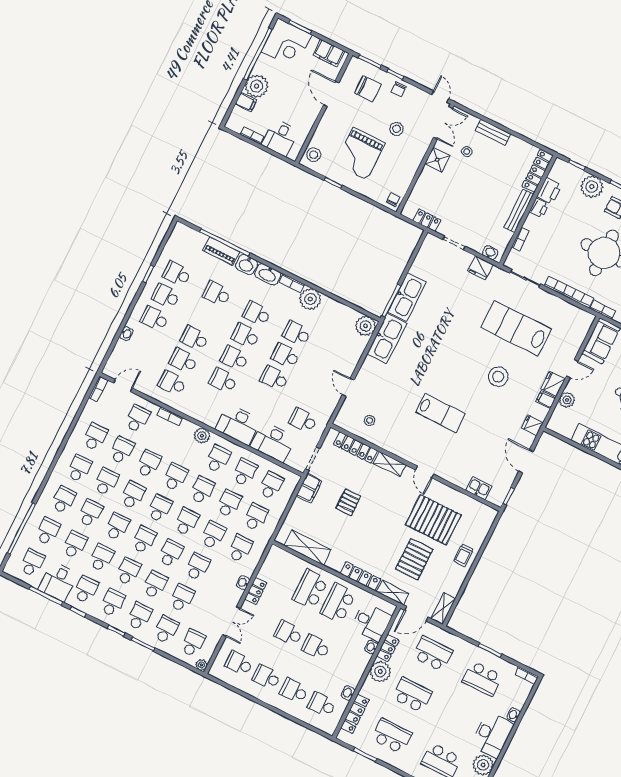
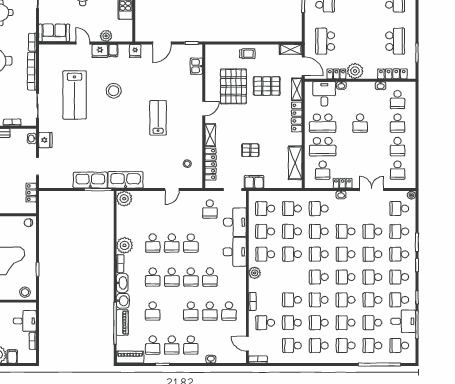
piano: (176, 240) -> (130, 357), added
school desk: (175, 477) -> (292, 277), removed
school desk: (288, 633) -> (323, 170), moved
school desk: (412, 695) -> (360, 41), removed
school desk: (392, 736) -> (395, 41), turned 180

